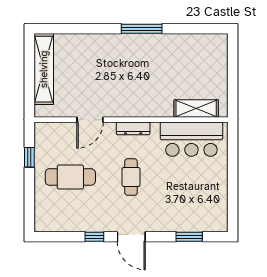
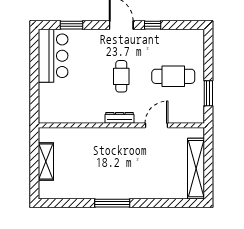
shelving: (196, 108) -> (46, 162), moved, turned 90
bar counter: (191, 139) -> (53, 56), moved, turned 90
window: (29, 157) -> (208, 93), width x1.50

